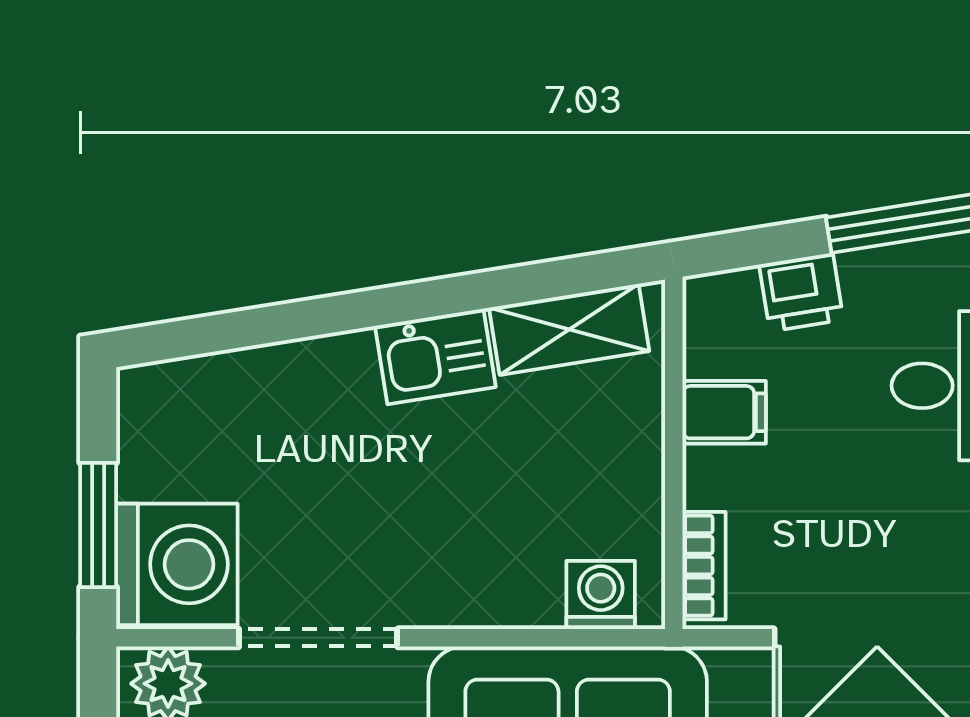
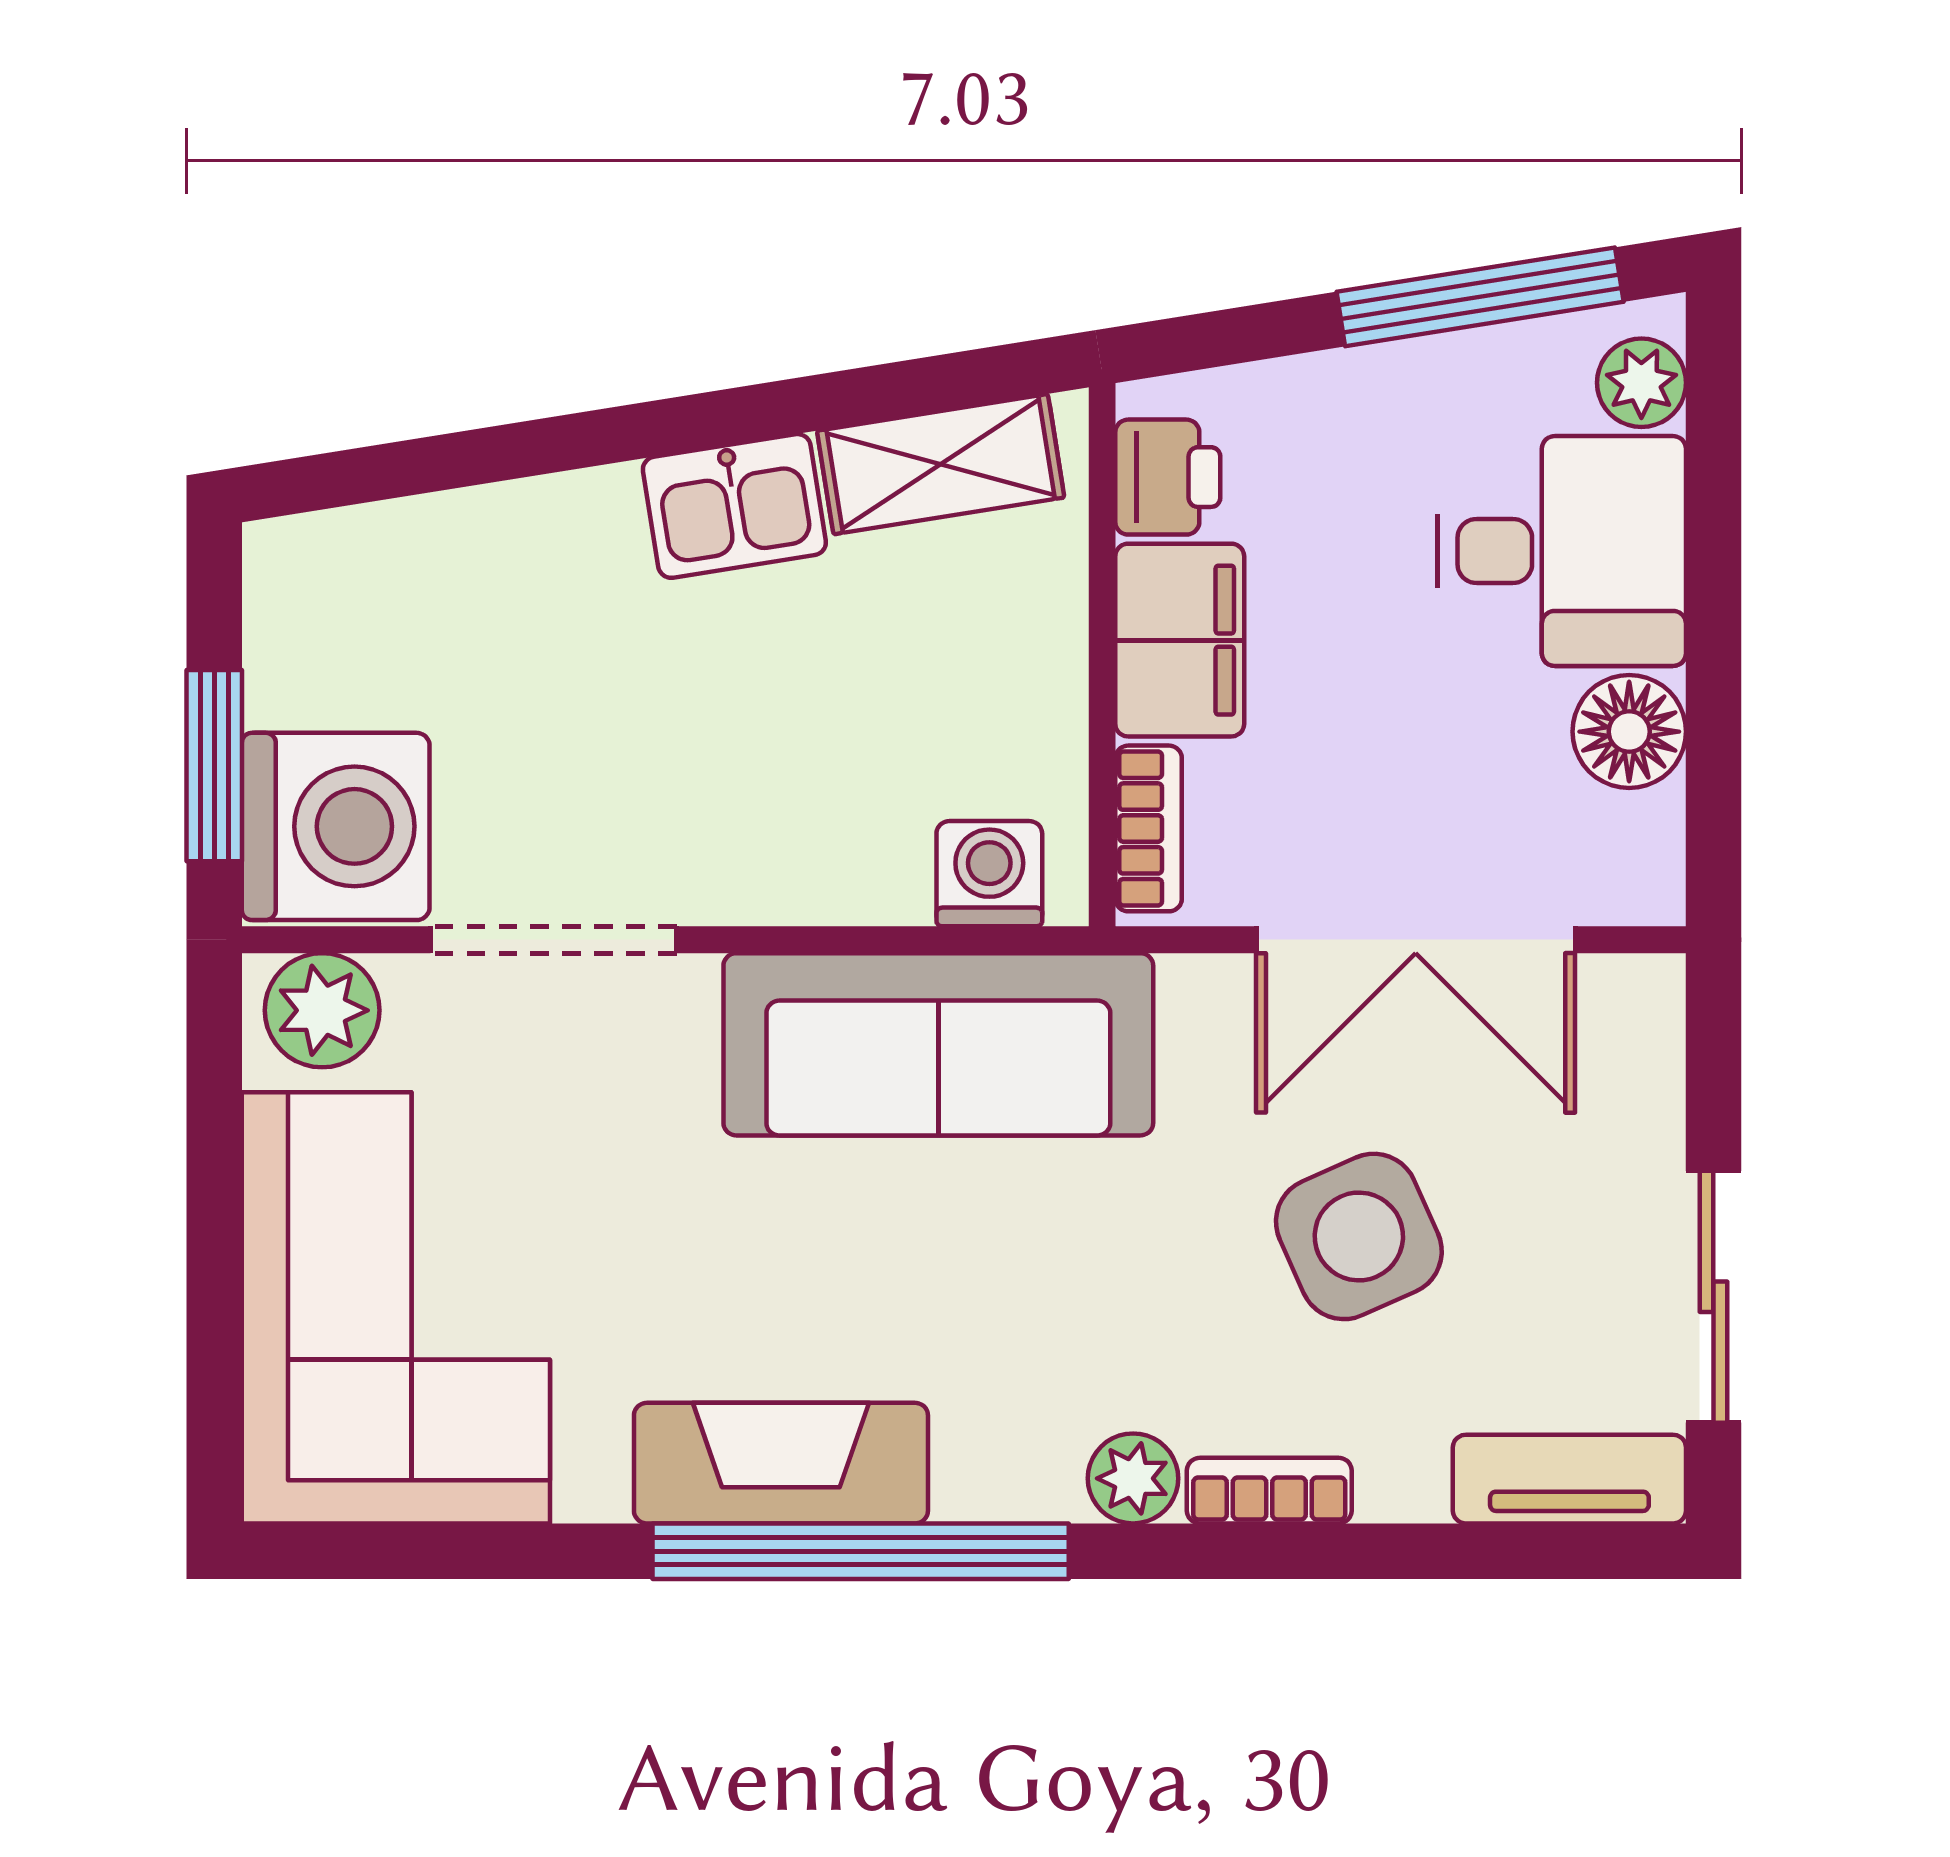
printer: (801, 292) -> (1168, 477), moved, turned -81
filing cabinet: (724, 412) -> (1180, 640), width x2.00

